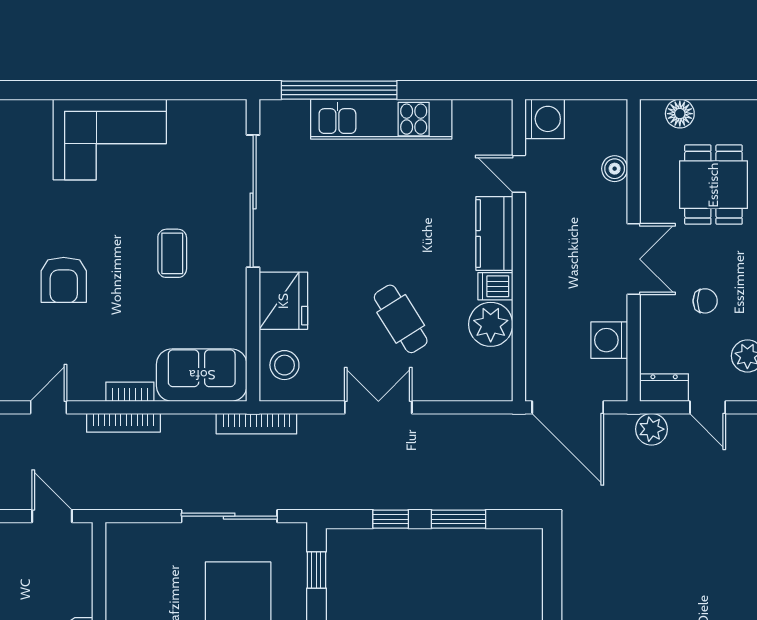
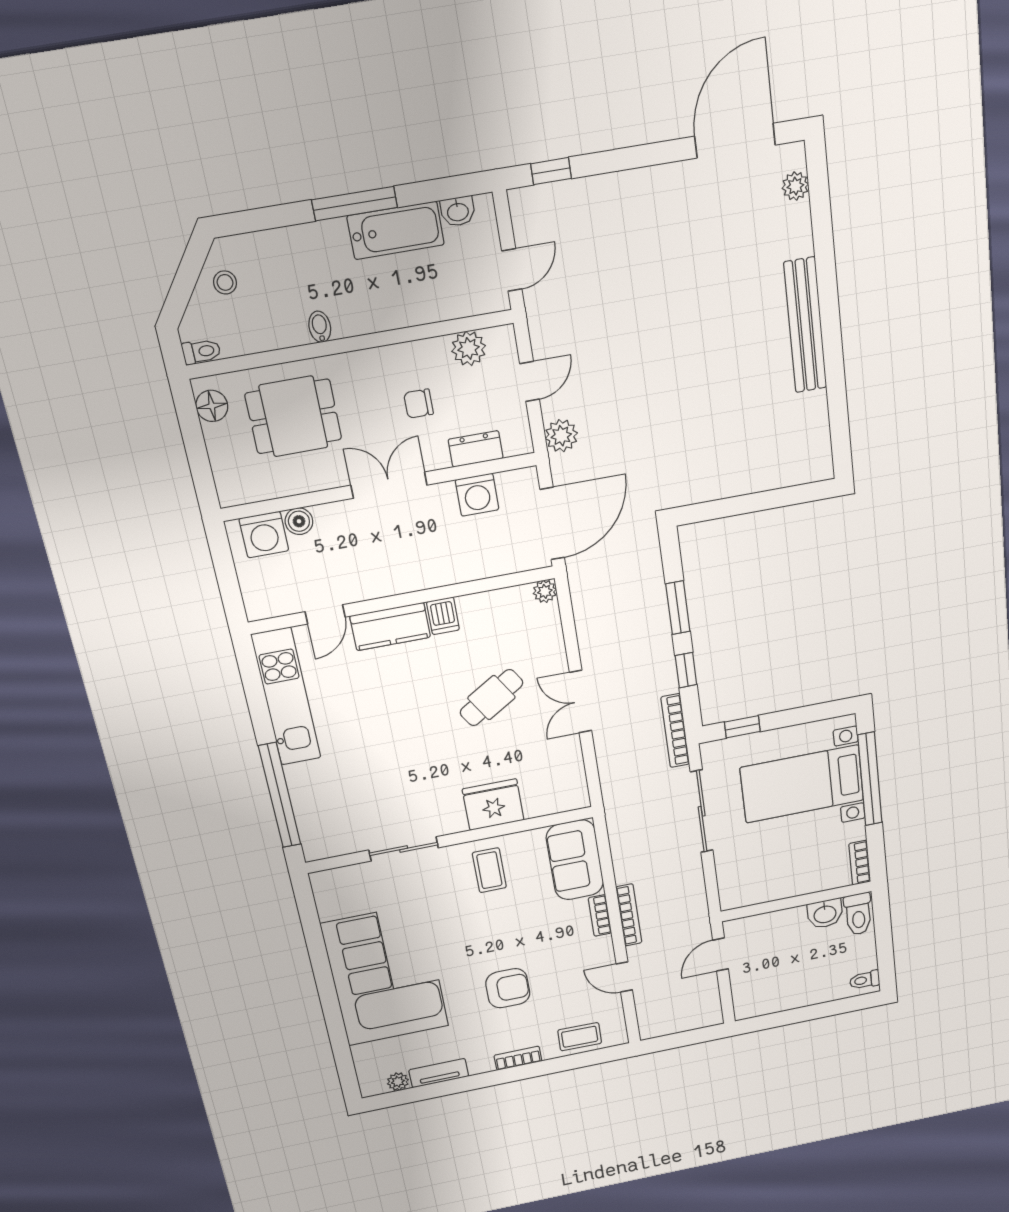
floor lamp: (680, 114) -> (212, 406), moved
kitchen unit: (381, 119) -> (286, 697), moved
washing machine: (545, 119) -> (264, 535), moved, turned 180
corner sofa: (110, 140) -> (385, 975), width x1.36, depth x1.36
sliding door: (253, 201) -> (404, 849), width x0.54
coffee table: (172, 253) -> (489, 870), moved, turned 90
chair: (705, 301) -> (419, 404), turned -90
plant: (491, 324) -> (545, 591), moved, width x0.53, depth x0.53
stool: (284, 365) -> (554, 792), removed
dresser: (664, 388) -> (476, 449), moved, turned 90
bookcase: (256, 424) -> (675, 731), moved, turned 180

